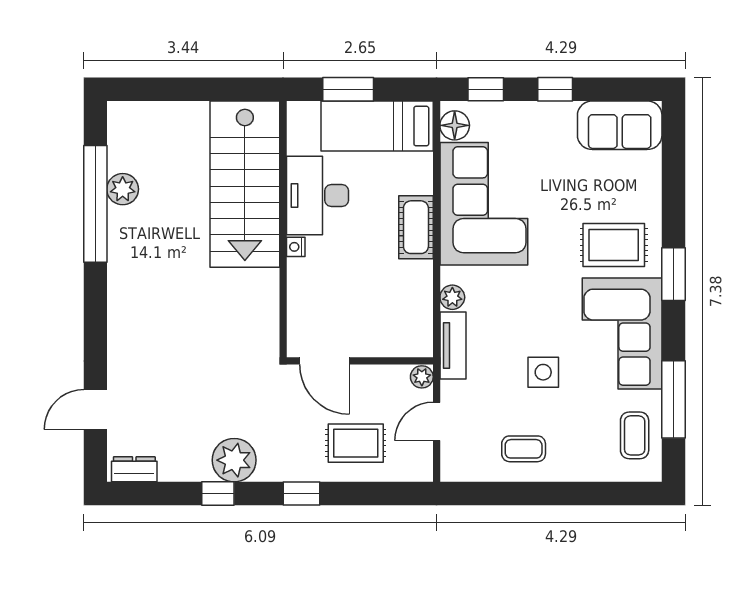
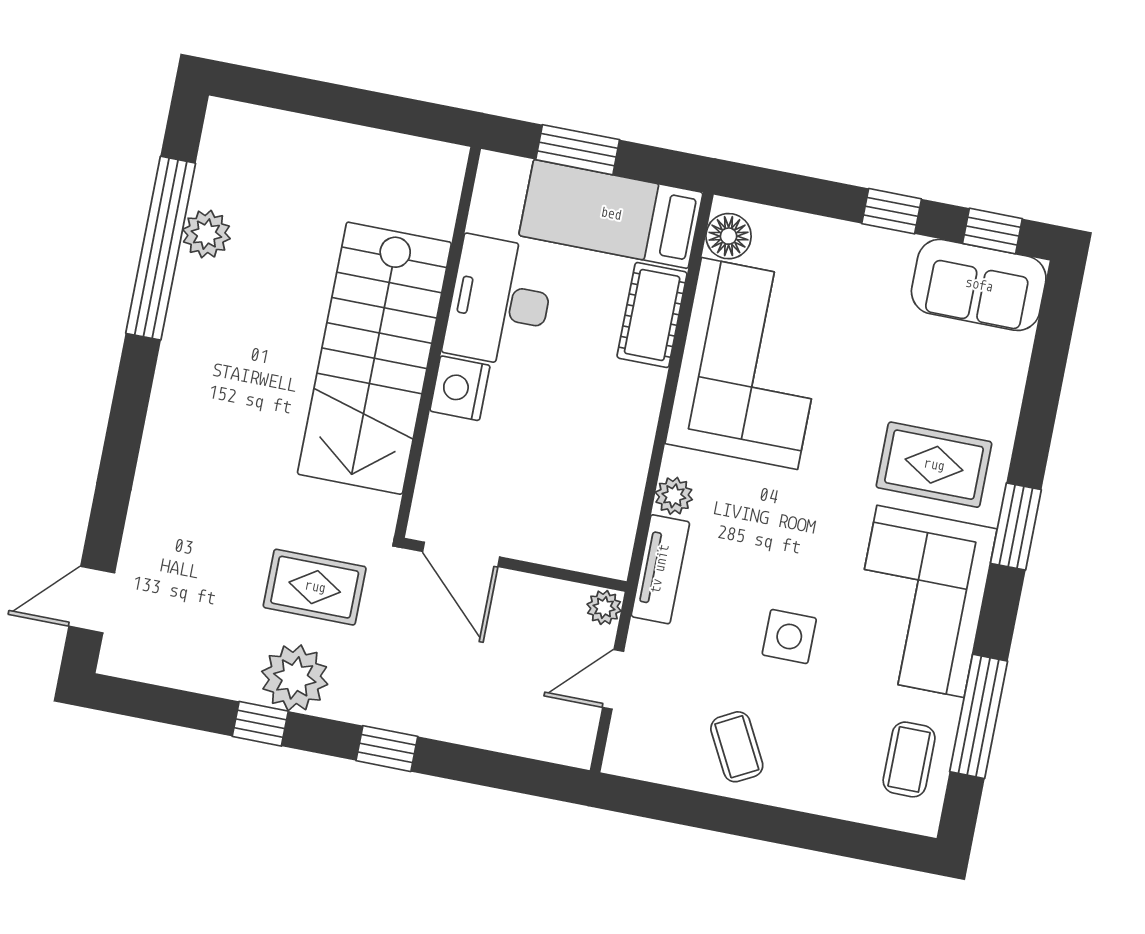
window: (486, 89) -> (992, 231), moved
stairs: (245, 184) -> (374, 358), moved
cot: (416, 227) -> (652, 315), moved
nightstand: (296, 247) -> (460, 388), width x1.89, depth x1.79
door: (95, 409) -> (92, 600), moved
rug: (356, 443) -> (315, 587), moved
coffee table: (524, 449) -> (737, 747), turned 62
dresser: (134, 469) -> (141, 662), removed

